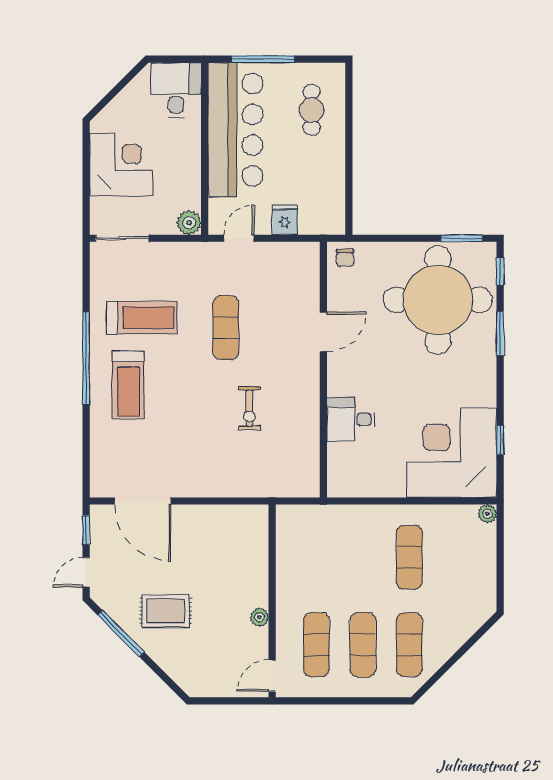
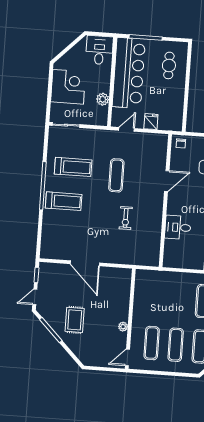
plant: (189, 223) -> (103, 99), moved
treadmill: (128, 385) -> (64, 201), turned -90
door: (142, 501) -> (85, 263), moved
rug: (166, 611) -> (75, 320), turned 90

